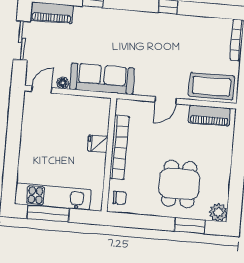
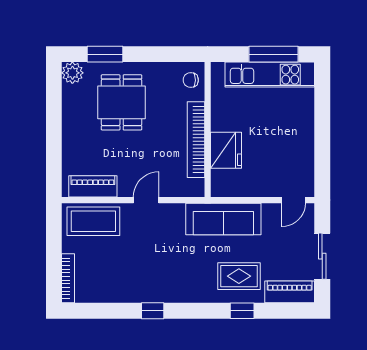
rug: (93, 30) -> (239, 276), added
floor lamp: (63, 83) -> (269, 210), removed
fridge: (98, 144) -> (226, 150), width x1.88, depth x1.34

